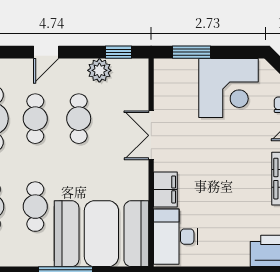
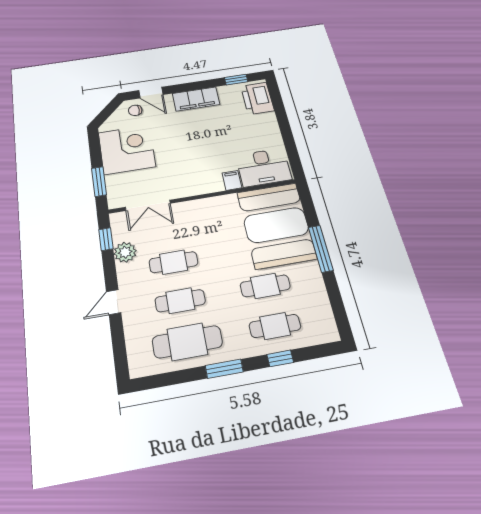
door: (46, 52) -> (114, 302), swing flipped
double door: (151, 135) -> (148, 205), moved
filing cabinet: (165, 189) -> (232, 180), width x0.50

